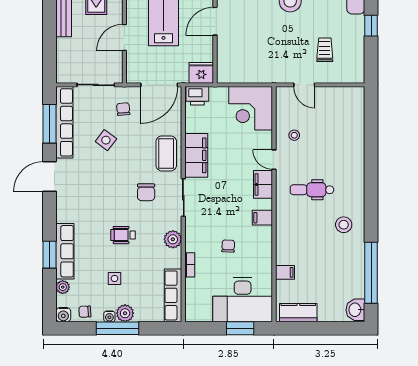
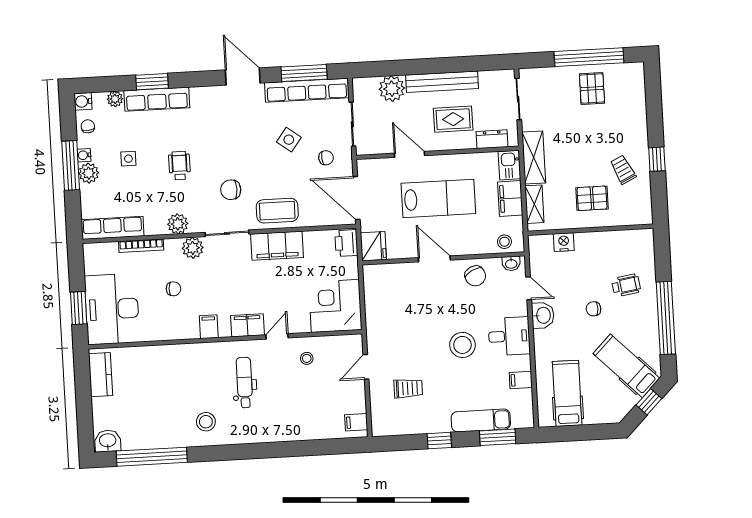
plant: (67, 49) -> (392, 89), added
plant: (194, 228) -> (193, 248), added
bookcase: (190, 265) -> (141, 246), width x1.56
filing cabinet: (285, 272) -> (356, 422), moved, turned 90

